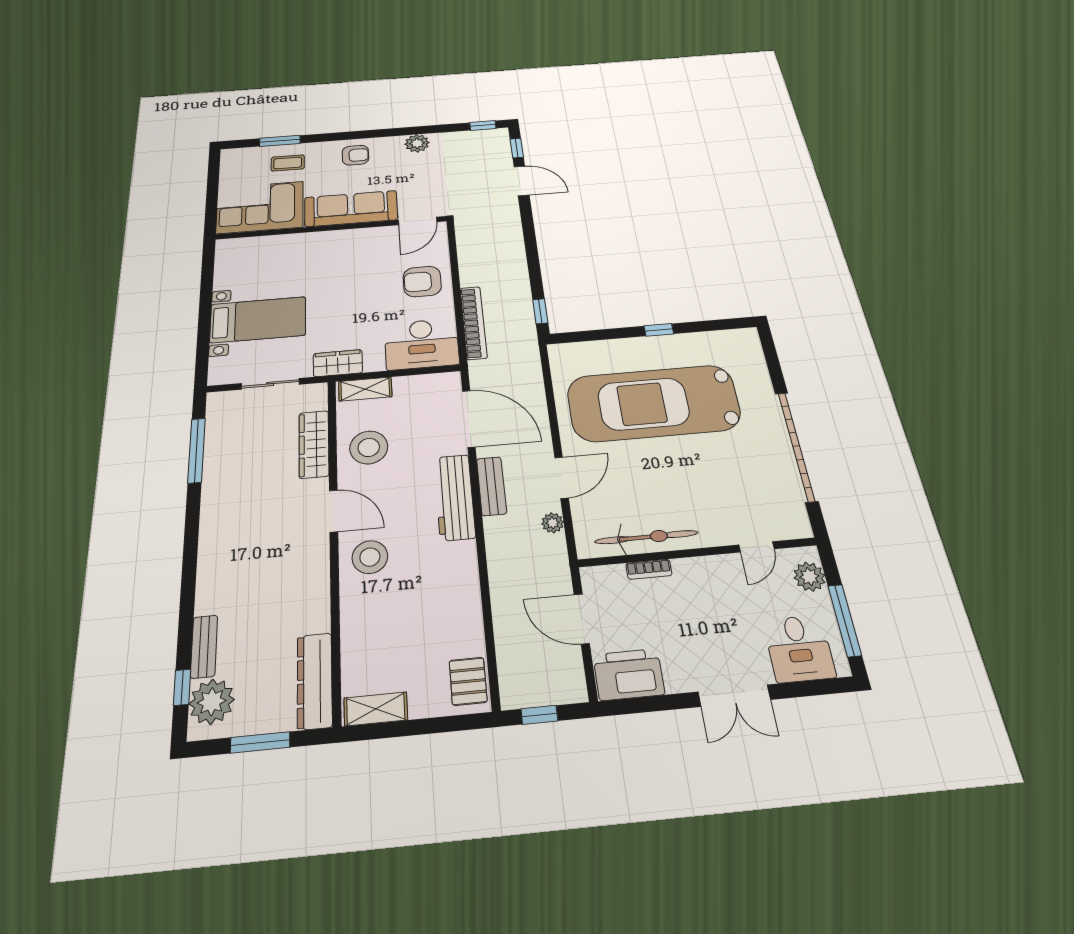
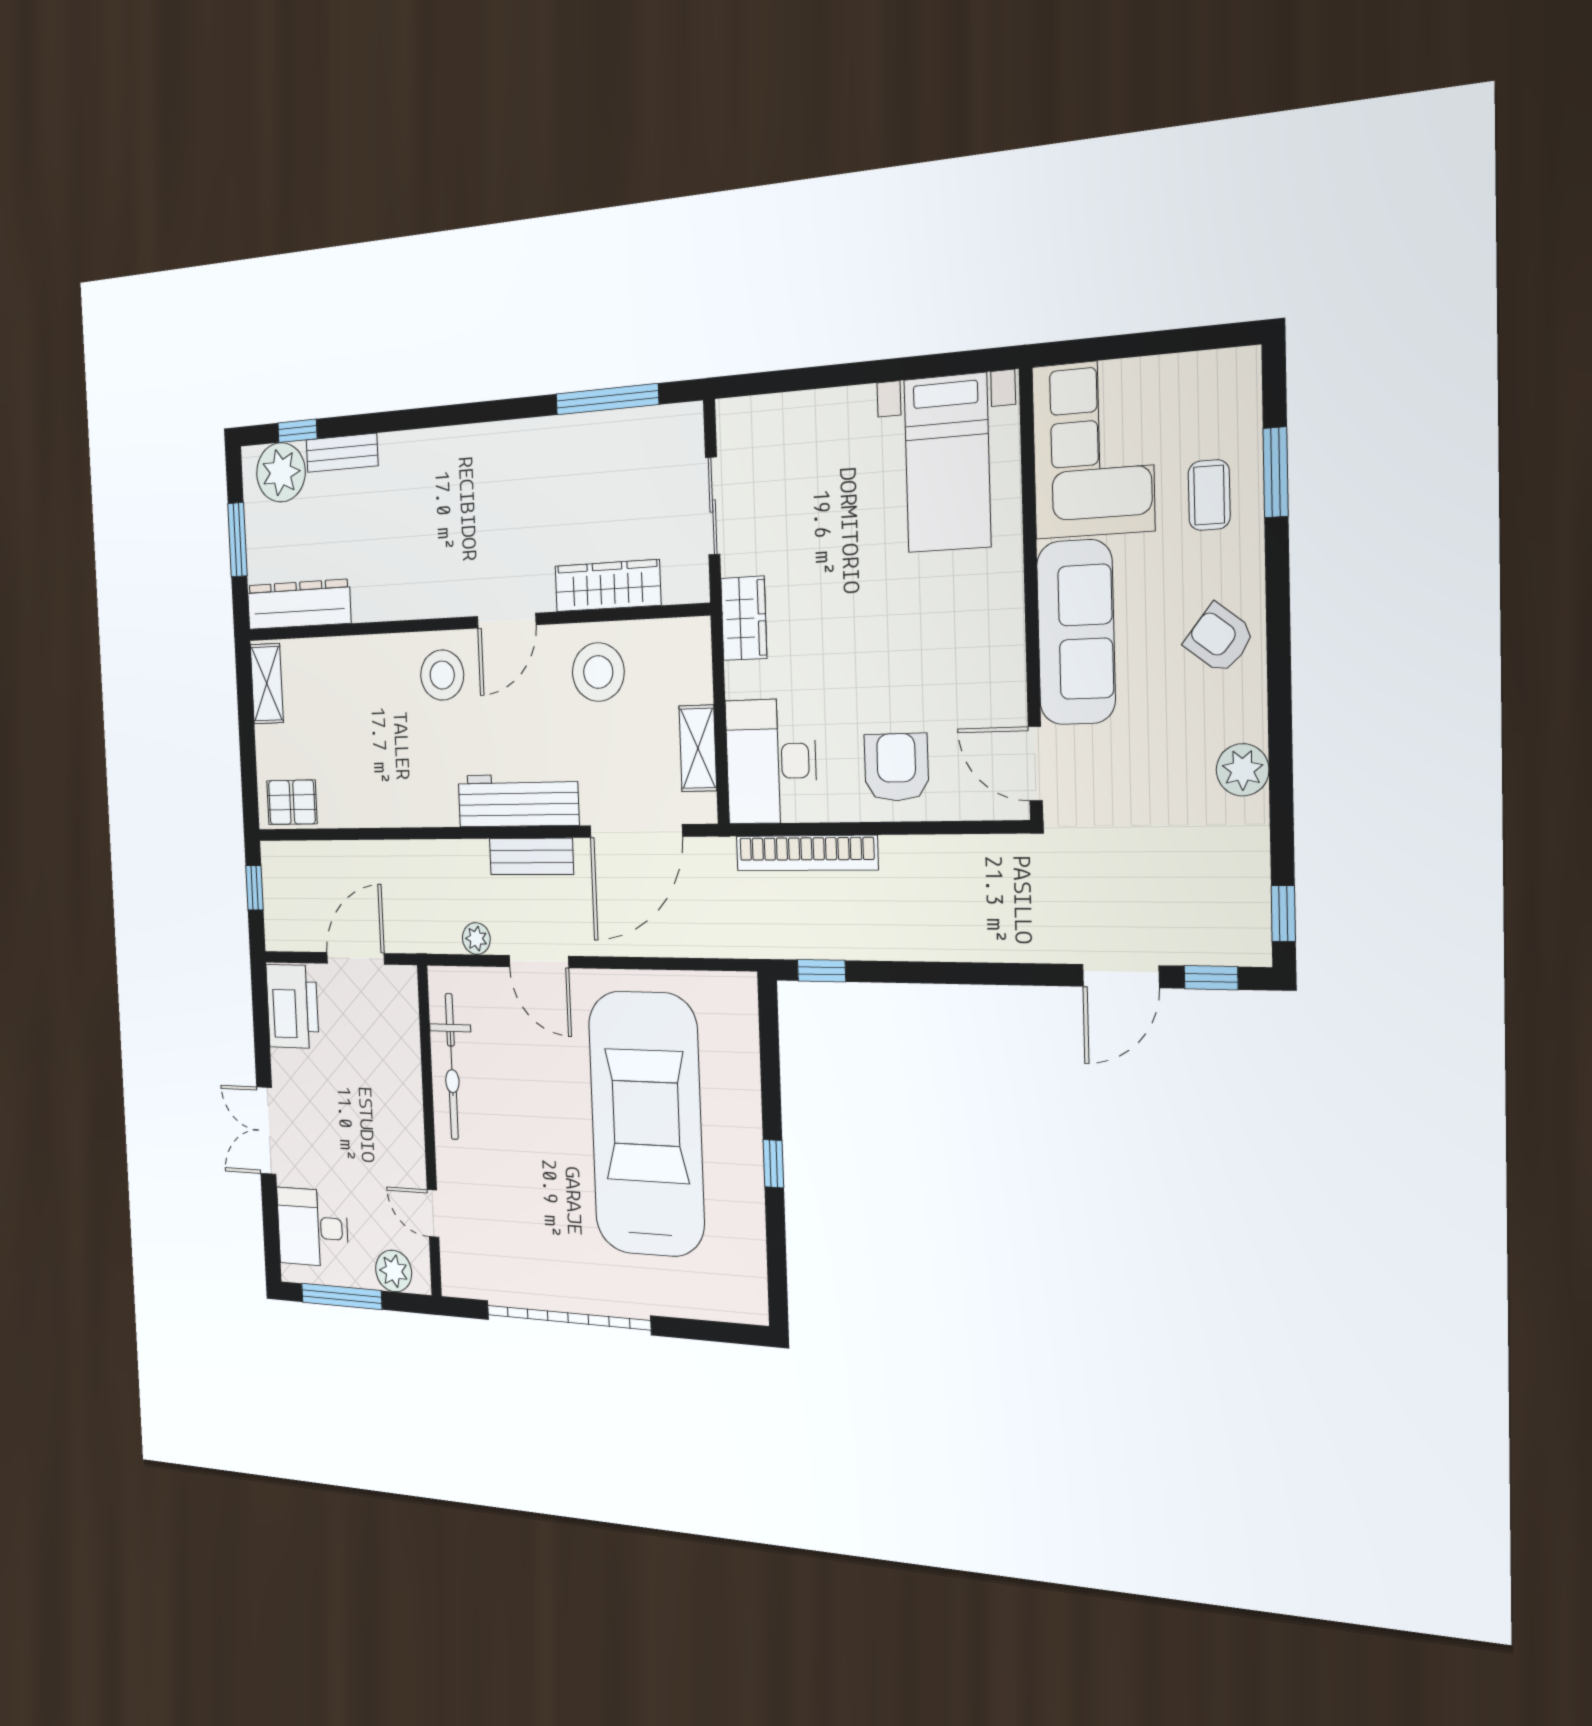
armchair: (355, 155) -> (1219, 638), turned 128
bed with nightstands: (258, 320) -> (947, 463), moved
shelving: (365, 389) -> (698, 748), moved
bookcase: (649, 569) -> (411, 1060), removed

